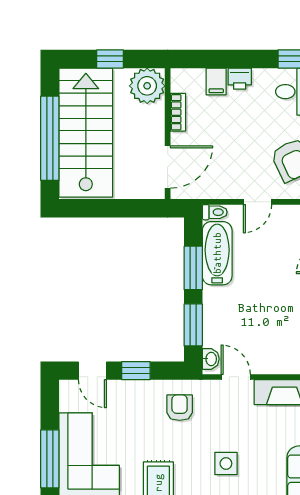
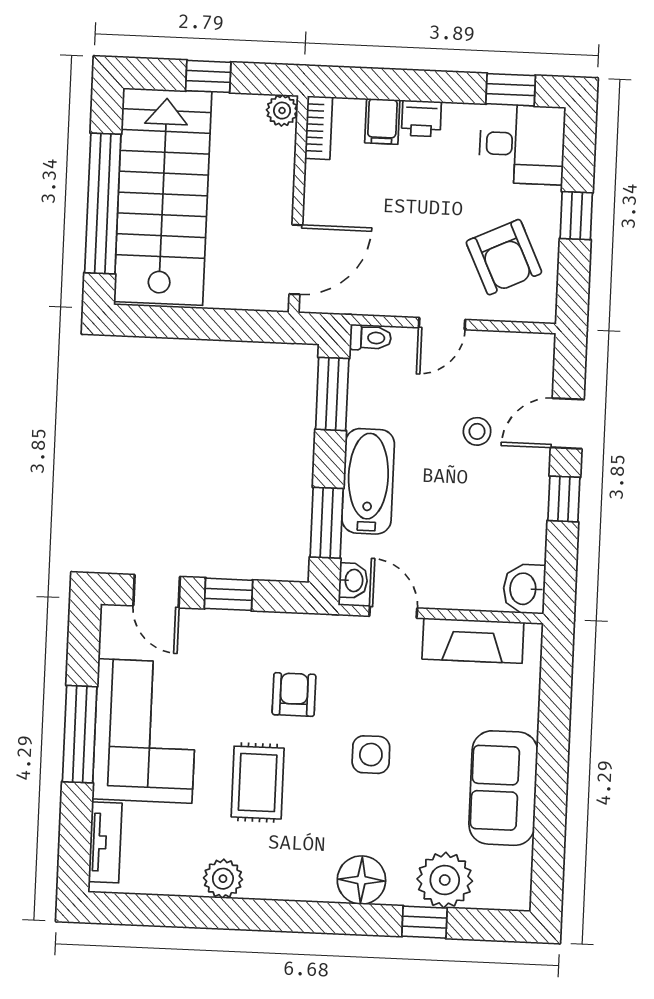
plant: (147, 86) -> (282, 111), width x0.53, depth x0.53
bookcase: (178, 112) -> (319, 128), moved
bathtub: (217, 253) -> (368, 481), moved
stool: (281, 266) -> (477, 431), added
window: (193, 268) -> (332, 394), moved
armchair: (180, 408) -> (294, 695), moved

